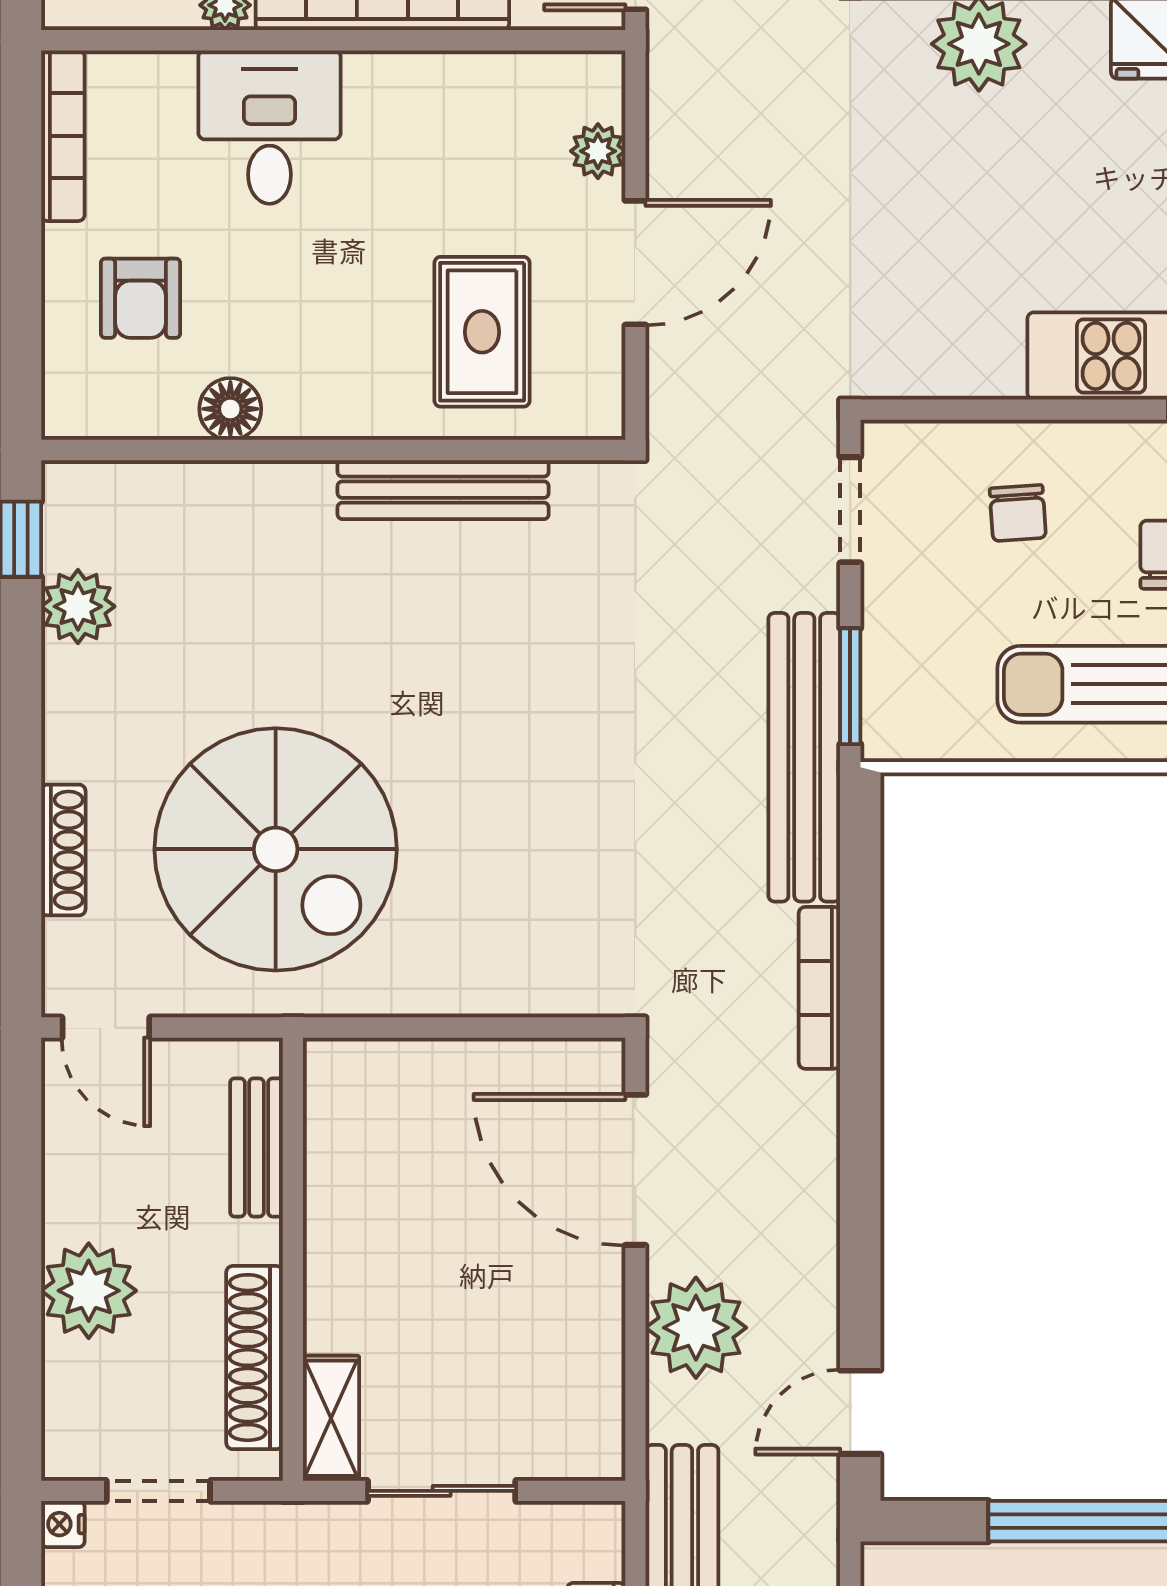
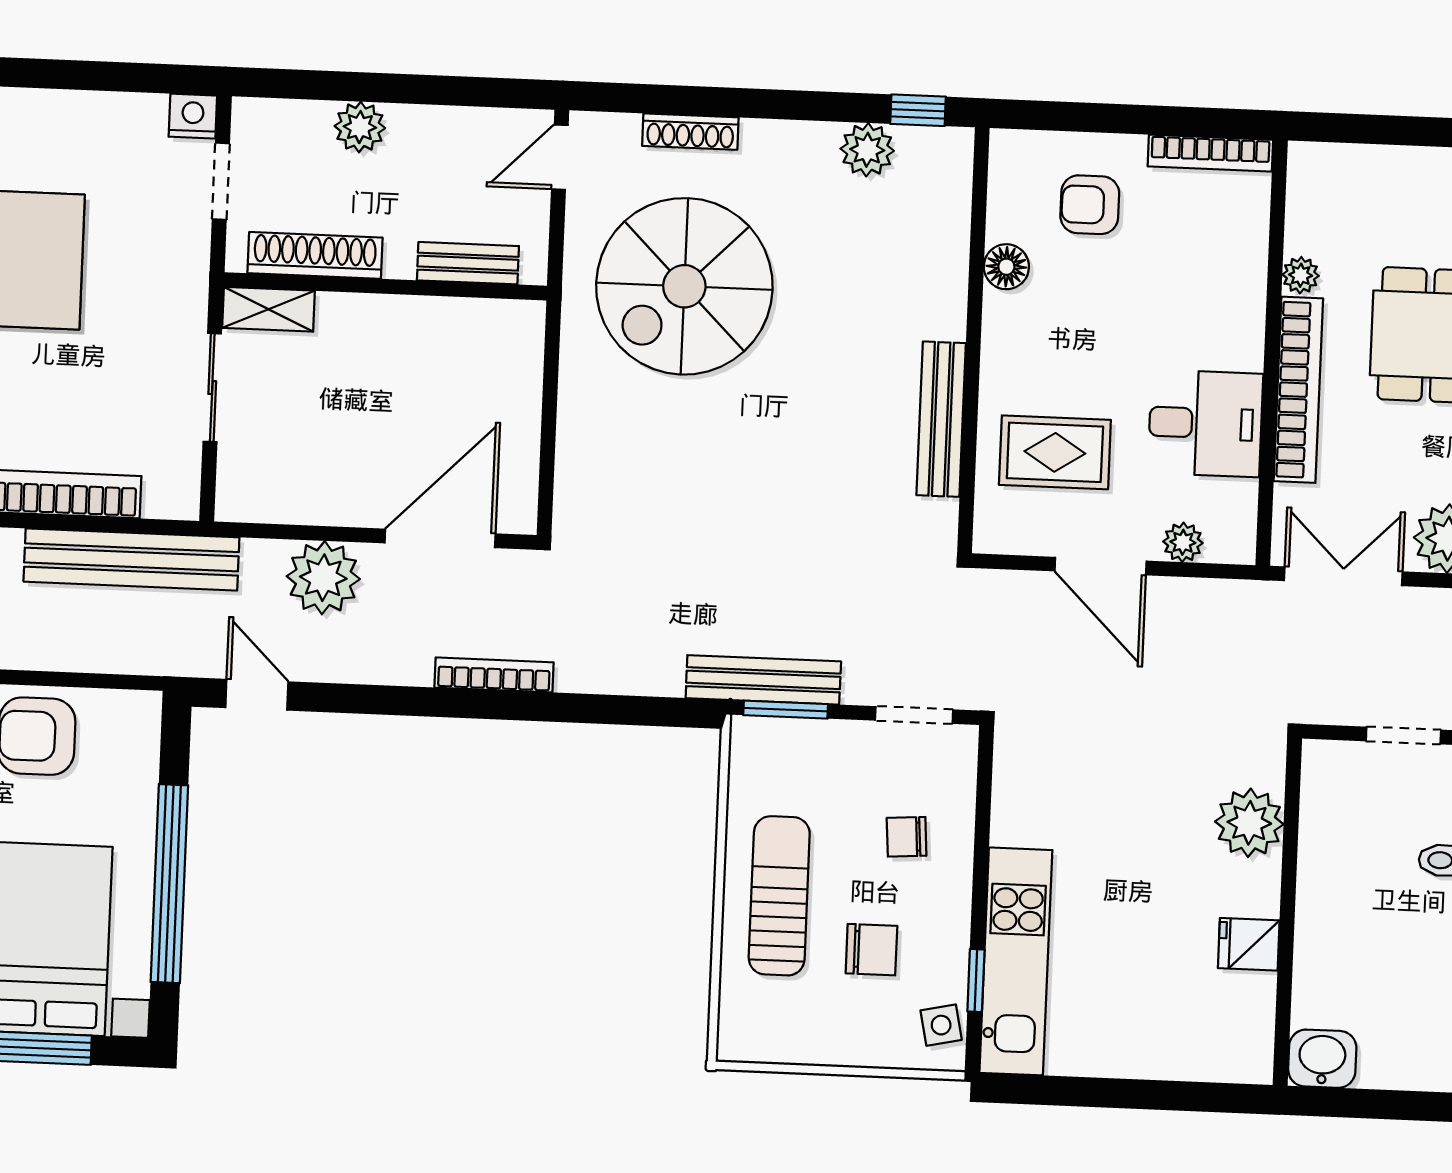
desk: (269, 127) -> (1205, 423), moved
bench: (804, 757) -> (763, 680), width x0.73, depth x0.82
bookcase: (819, 988) -> (494, 675), moved
plant: (89, 1291) -> (360, 127), width x0.73, depth x0.73
nightstand: (63, 1524) -> (193, 116), width x1.39, depth x1.35

